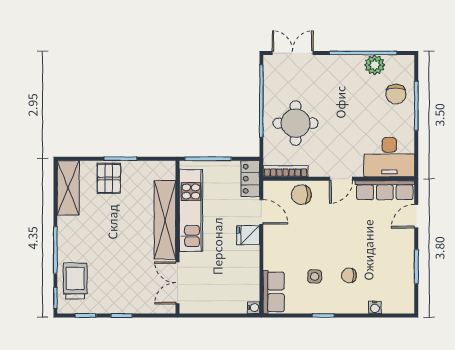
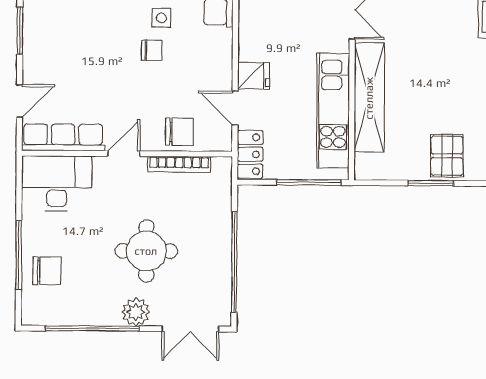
plant: (375, 65) -> (136, 312), moved
chair: (396, 94) -> (47, 271), turned 90
round table: (296, 123) -> (146, 251), moved
bookcase: (286, 171) -> (179, 164), moved
chair: (349, 275) -> (152, 50), moved

